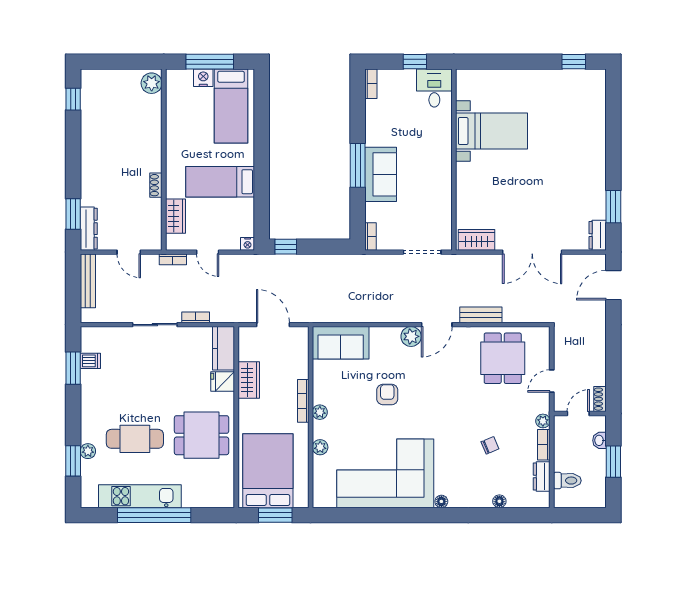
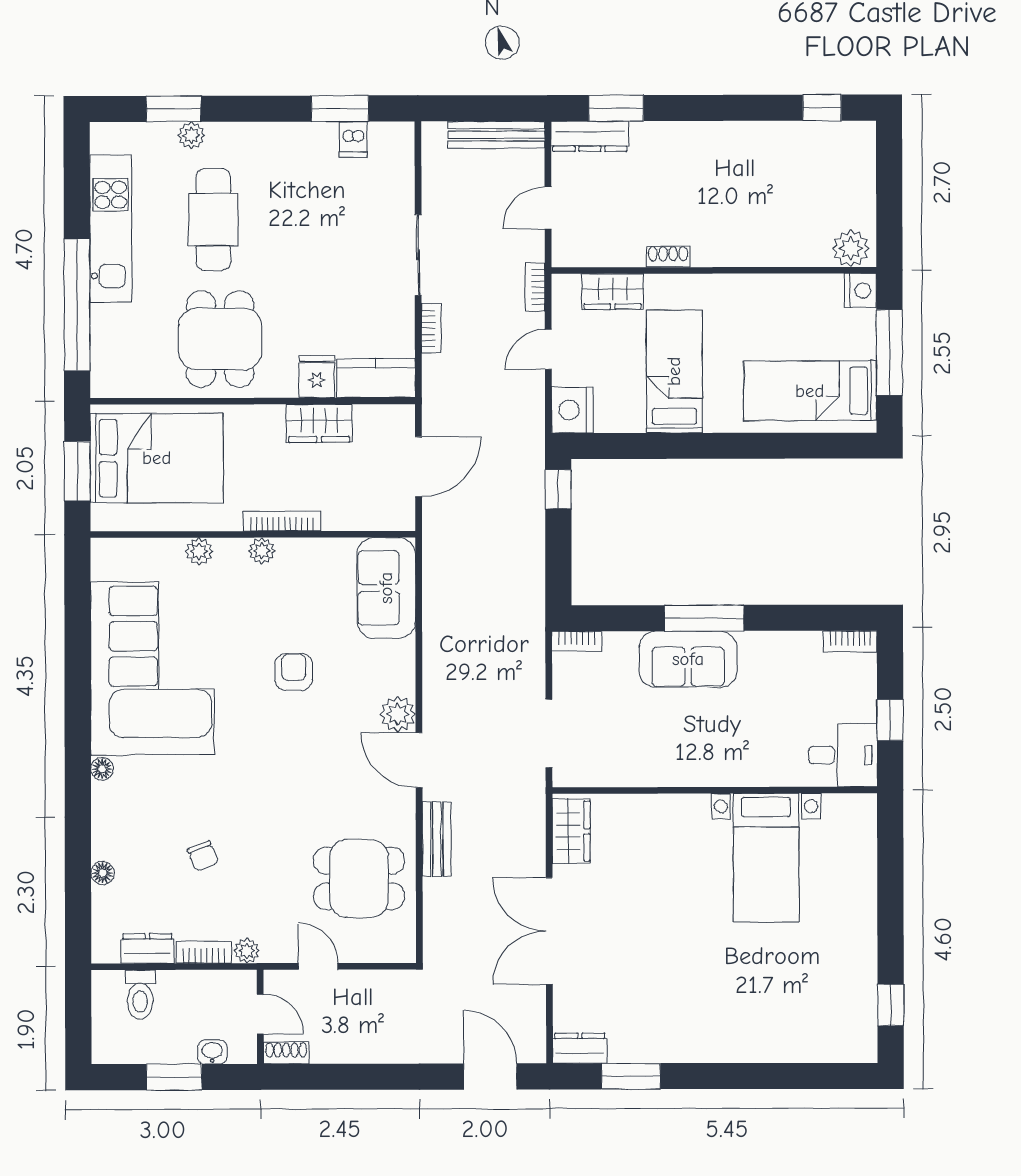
nightstand: (203, 78) -> (860, 291), moved
nightstand: (248, 244) -> (572, 410), width x1.89, depth x1.79
armchair: (387, 394) -> (294, 672), turned -90
window: (154, 515) -> (77, 305), moved

